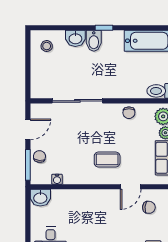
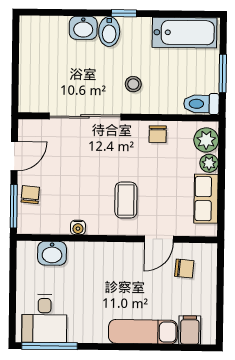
stool: (47, 46) -> (133, 84), moved
coffee table: (107, 159) -> (126, 200), turned 90
water cooler: (57, 179) -> (78, 227), moved
washbasin: (40, 198) -> (52, 253), moved

